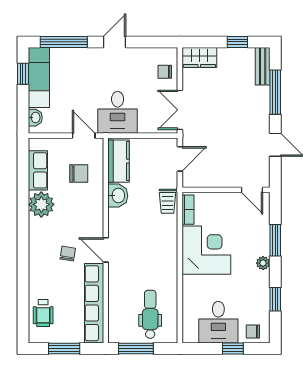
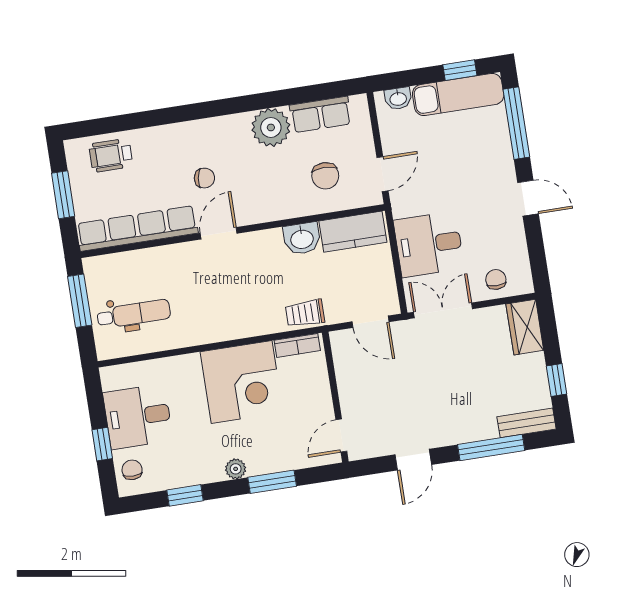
desk: (118, 112) -> (429, 244), moved

